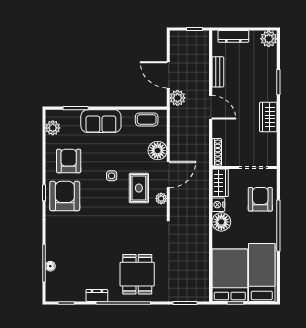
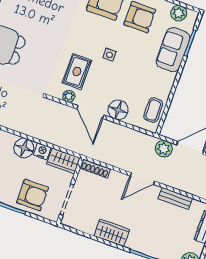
sofa: (101, 121) -> (173, 50), moved
rug: (139, 188) -> (77, 71), moved, turned 90

